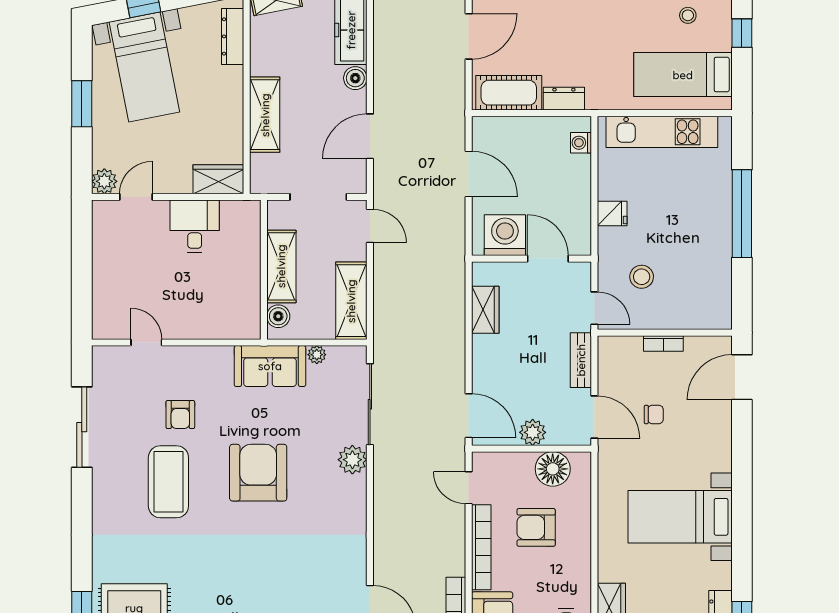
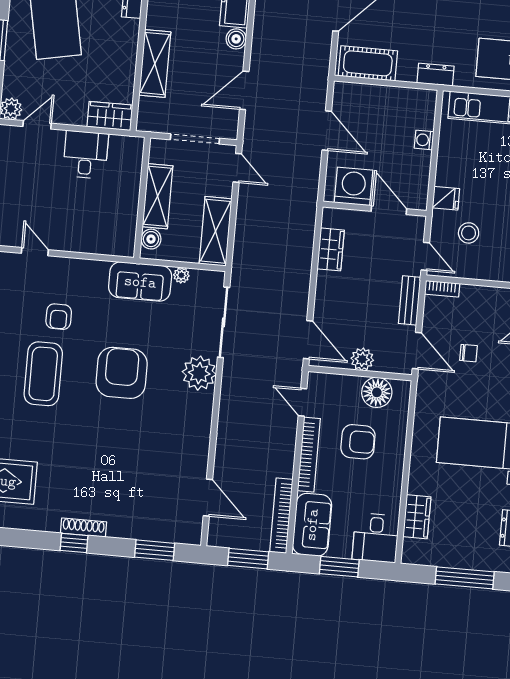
dresser: (564, 99) -> (436, 75), moved
washing machine: (581, 143) -> (424, 140), moved
fridge: (612, 214) -> (446, 198), moved
bookcase: (663, 343) -> (442, 289), moved
plant: (352, 460) -> (199, 373), width x1.36, depth x1.36
armchair: (536, 527) -> (358, 442), turned 180

